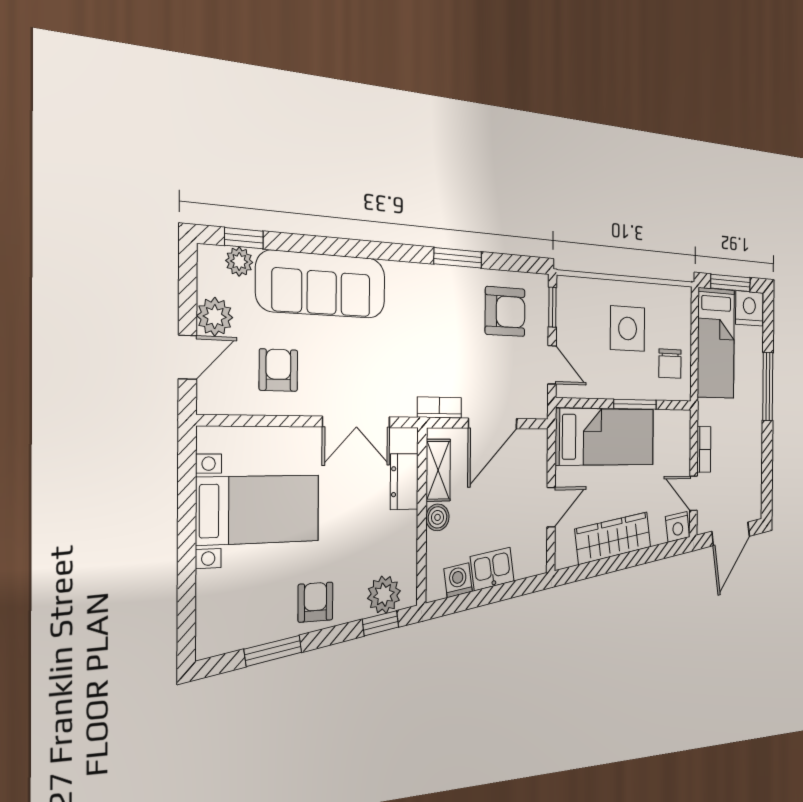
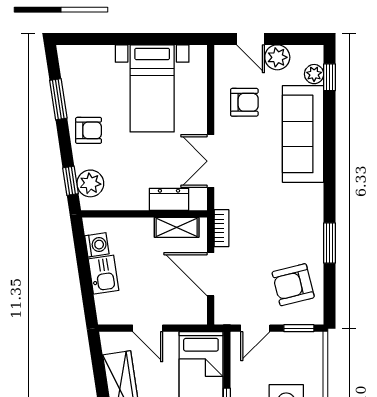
armchair: (505, 312) -> (293, 285), turned 76
boiler: (438, 517) -> (143, 227), removed

